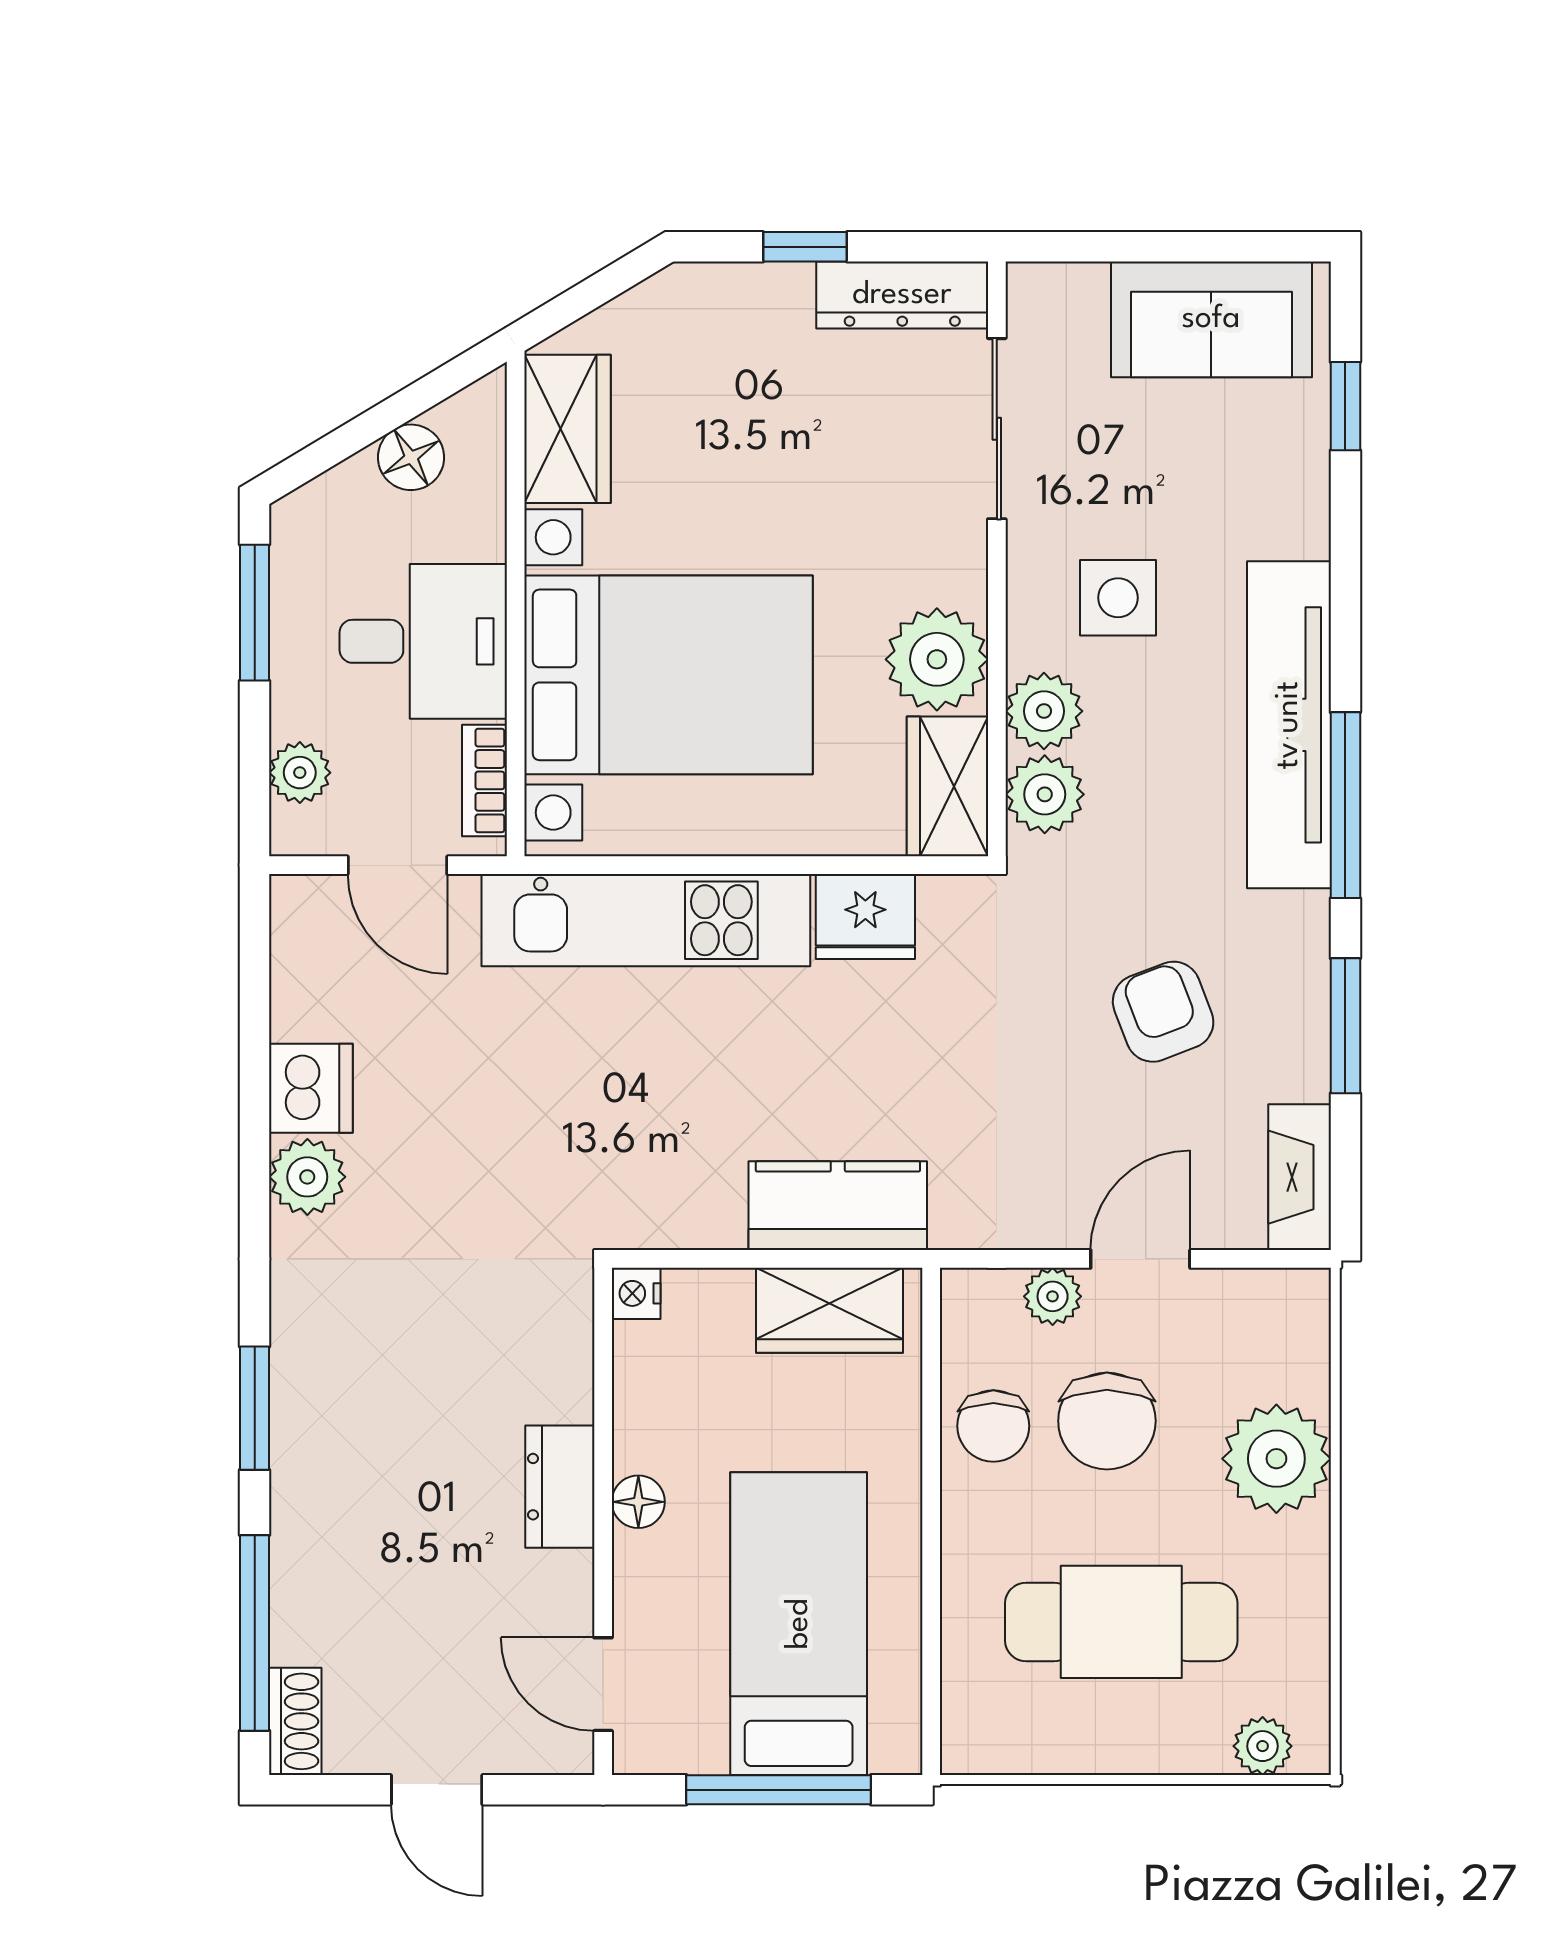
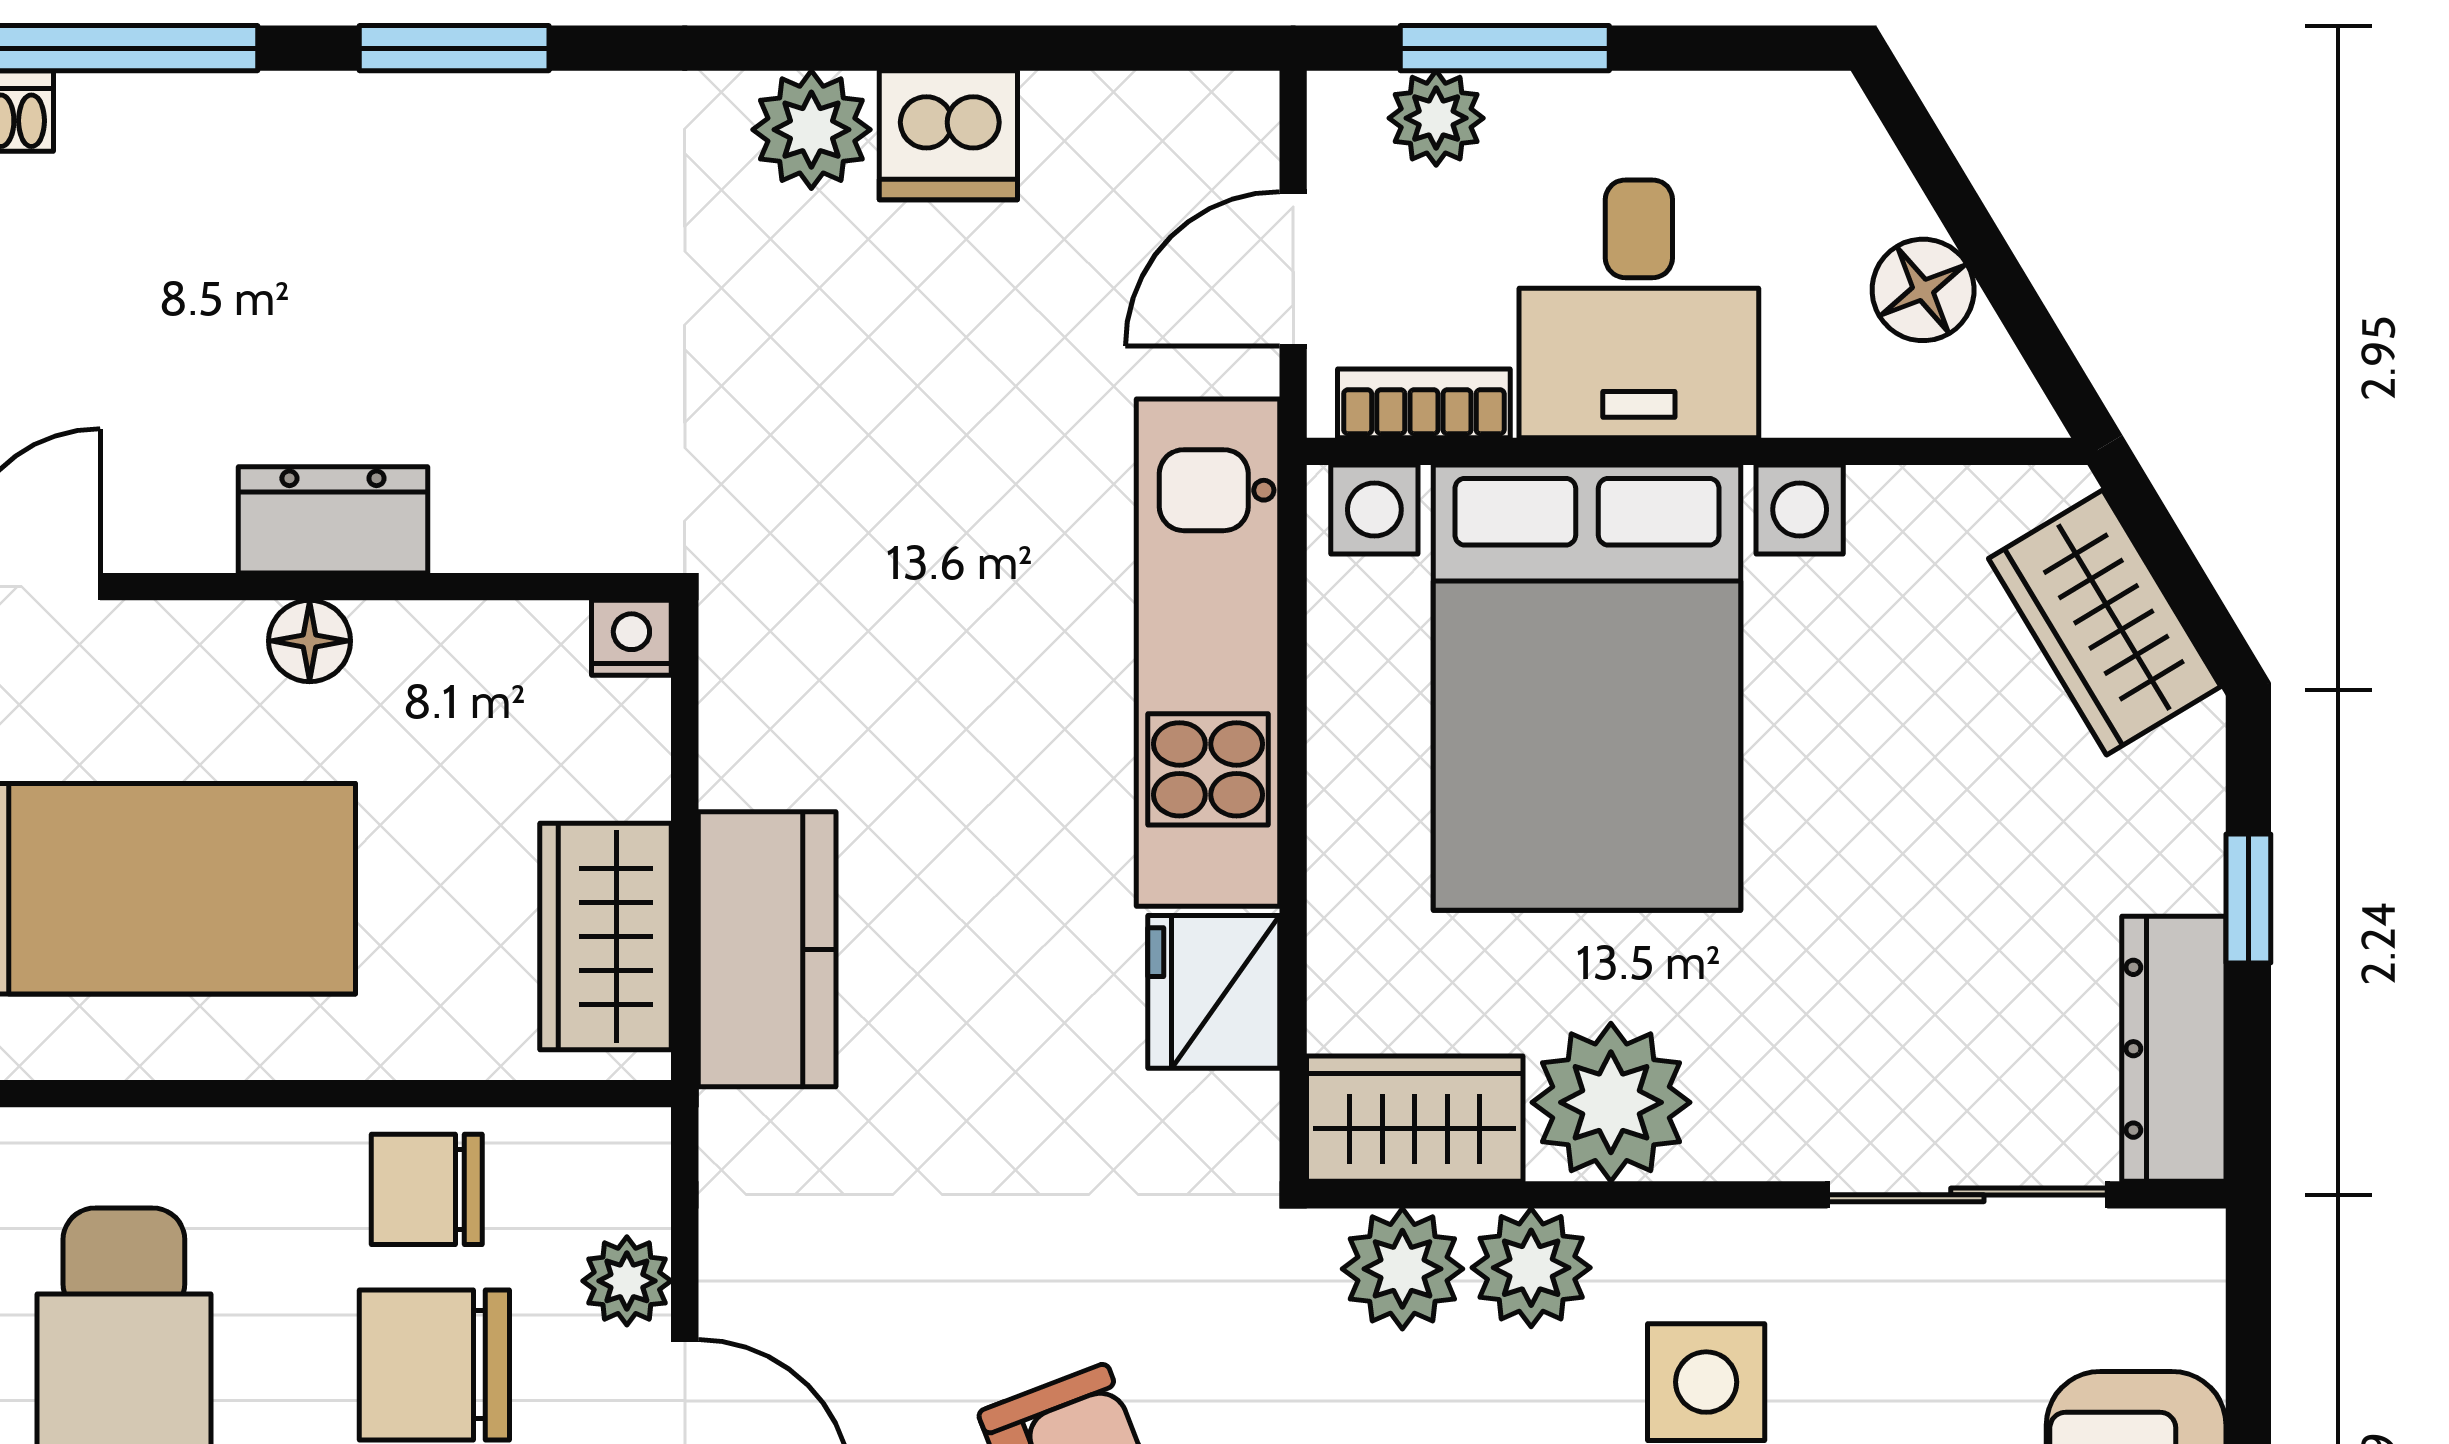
wardrobe: (567, 429) -> (2105, 623), moved, turned 59
window: (255, 613) -> (1505, 48), moved

